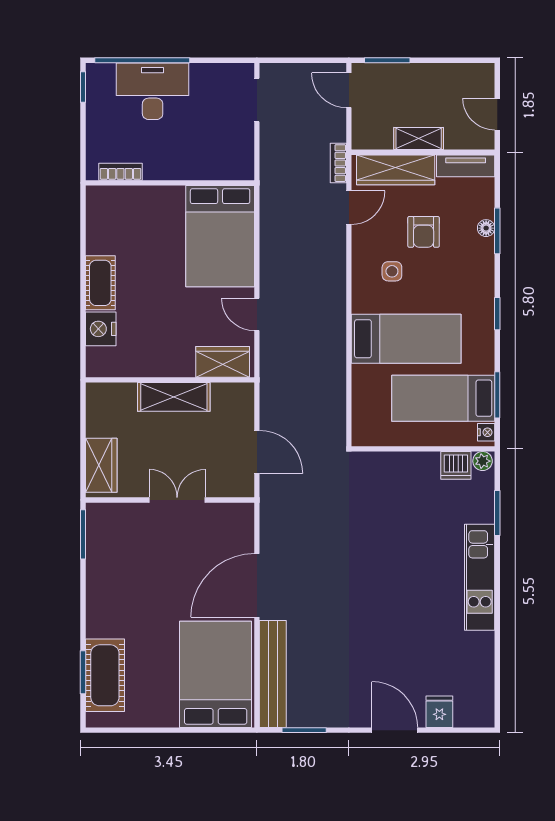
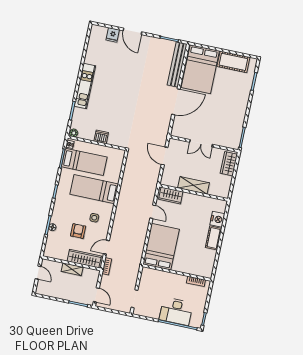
tv unit: (466, 166) -> (55, 254), removed
dishwasher: (456, 465) -> (101, 137), moved
cot: (105, 675) -> (233, 62), moved, turned 90

